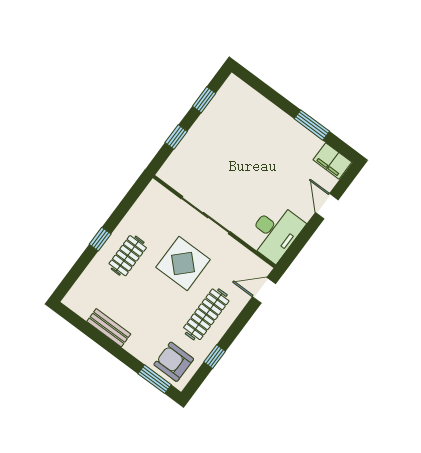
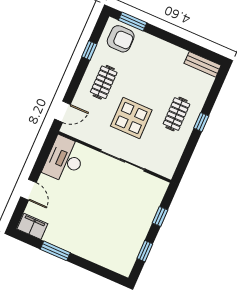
clothes rail: (206, 314) -> (104, 82), width x0.73
bench: (109, 328) -> (203, 64), moved

